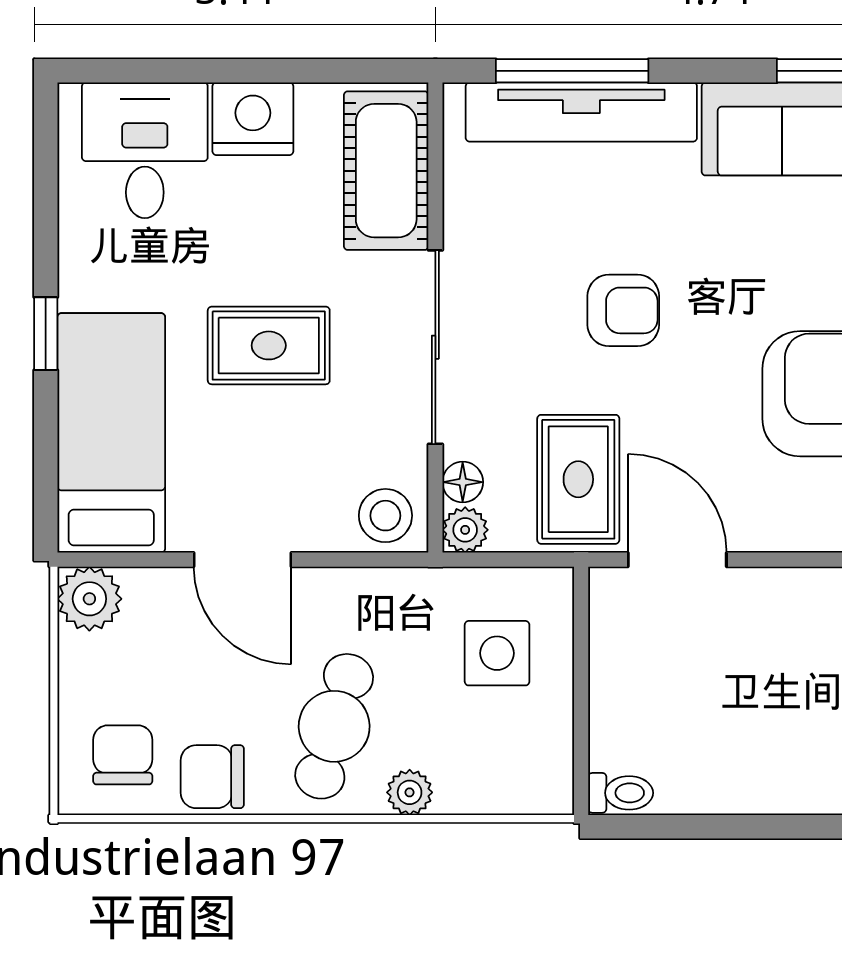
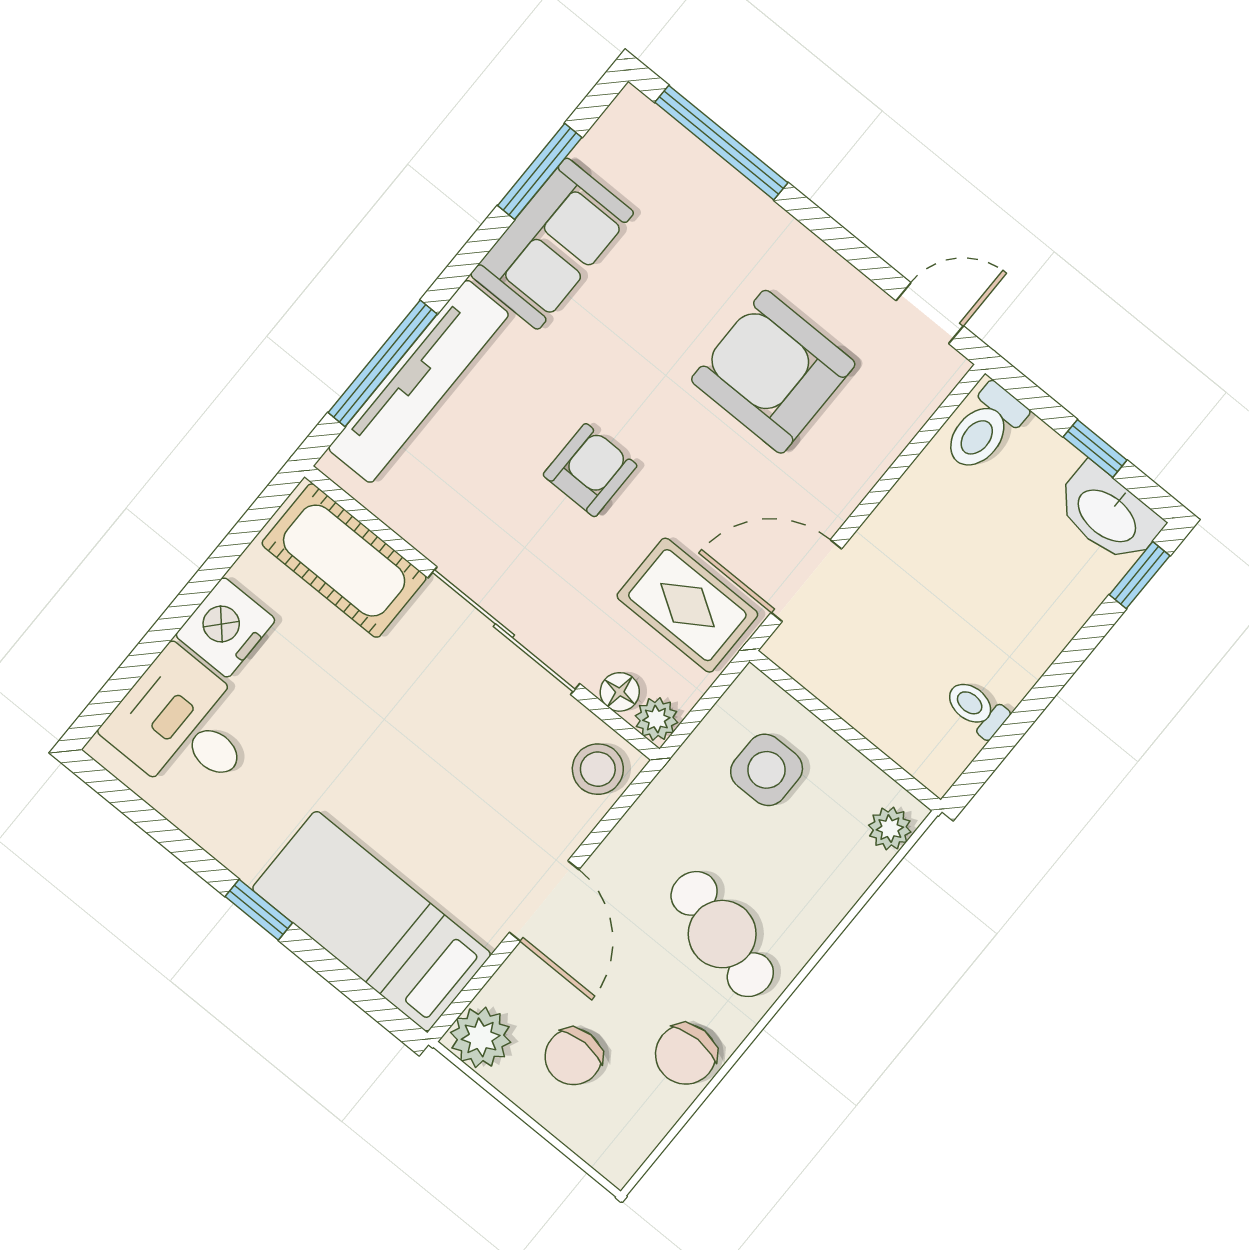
rug: (269, 345) -> (402, 753), removed
door: (243, 560) -> (544, 901), hinge flipped
chair: (123, 755) -> (573, 1057), moved, turned -90
plant: (410, 792) -> (890, 829), moved
toilet: (621, 793) -> (976, 708), moved, turned -90

